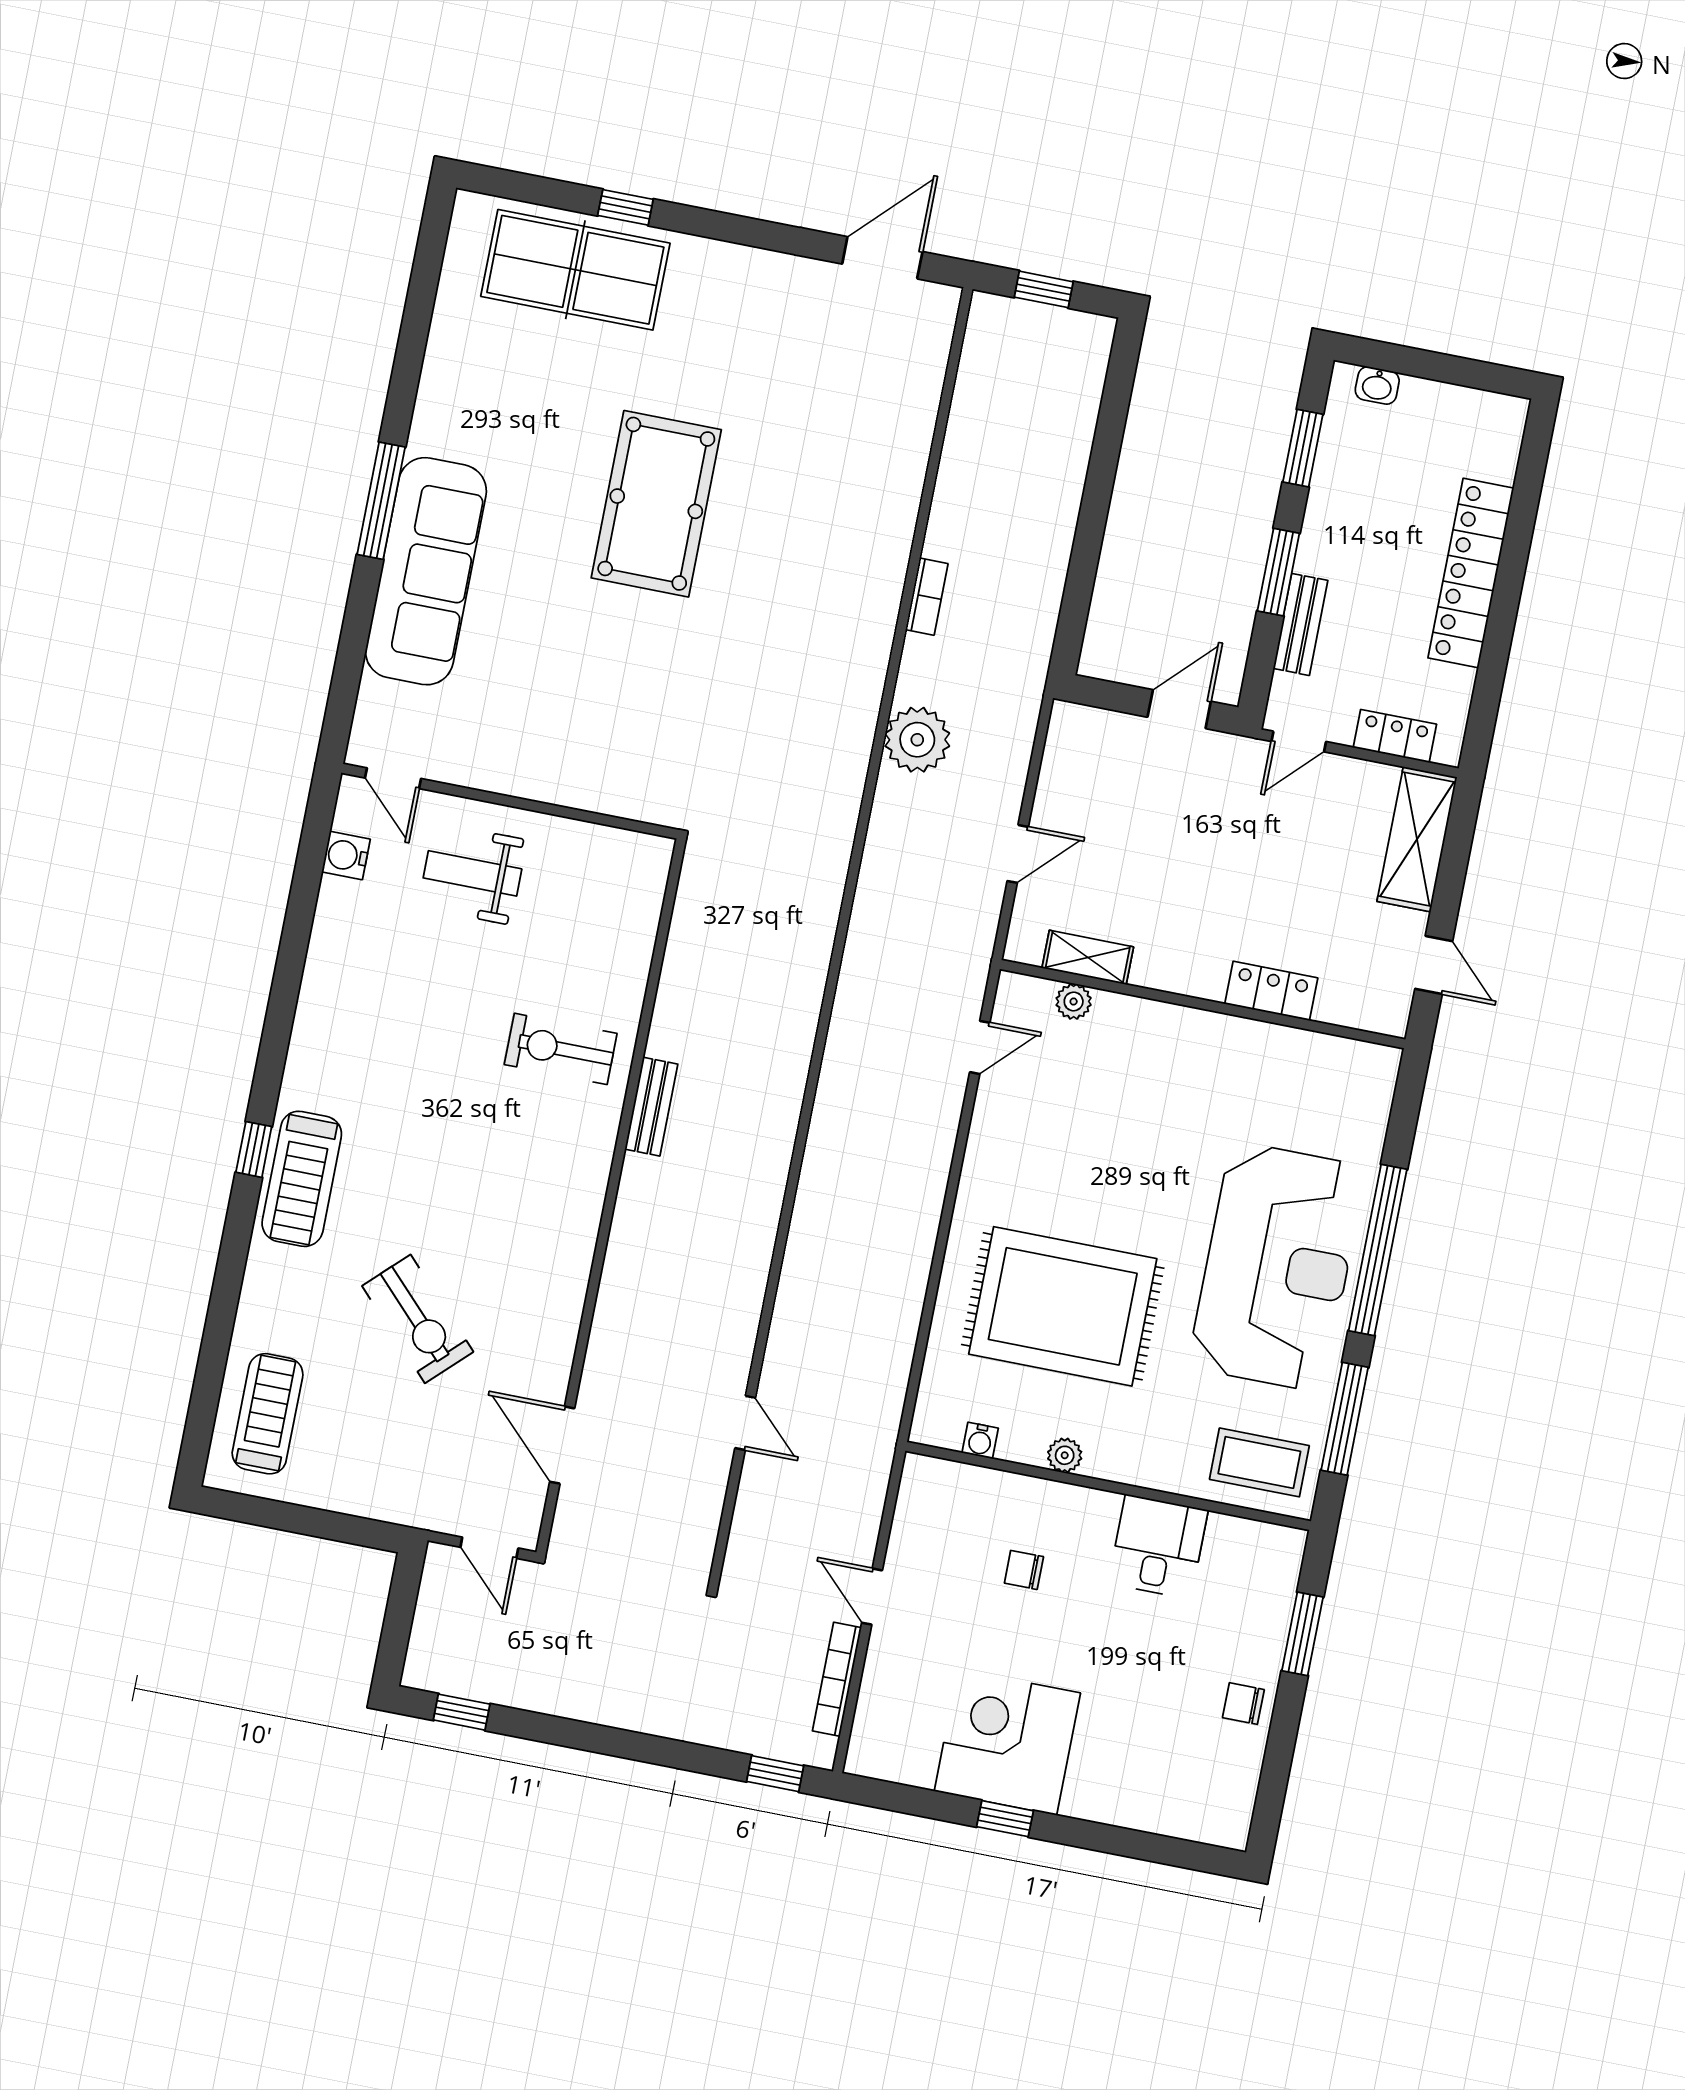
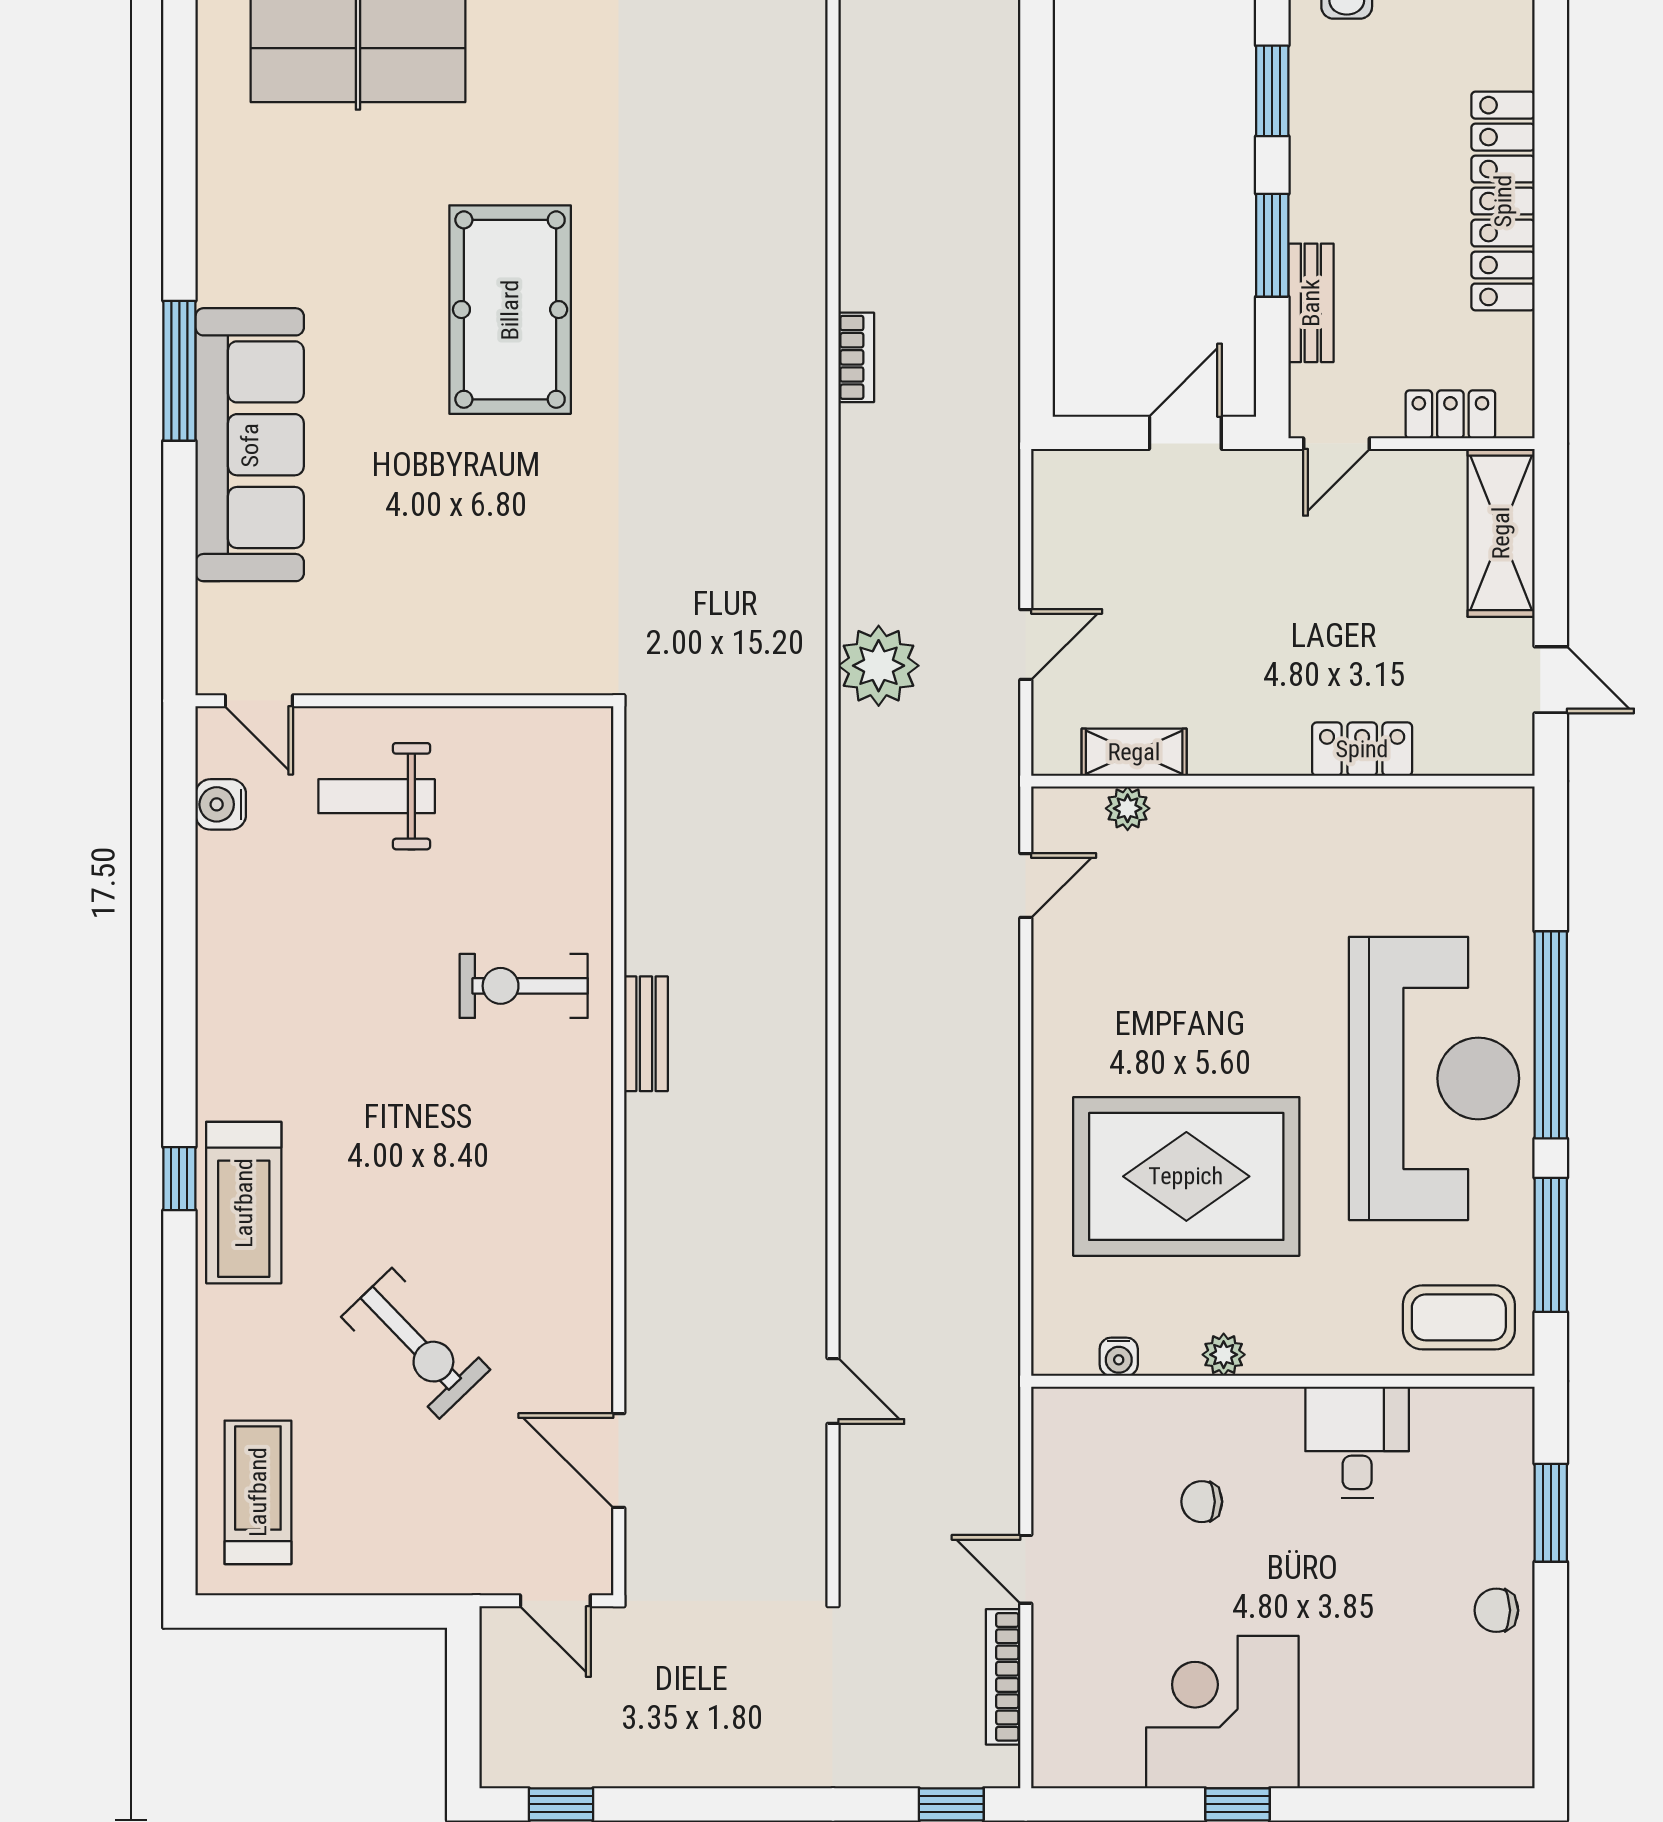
plant: (917, 740) -> (879, 666), moved

